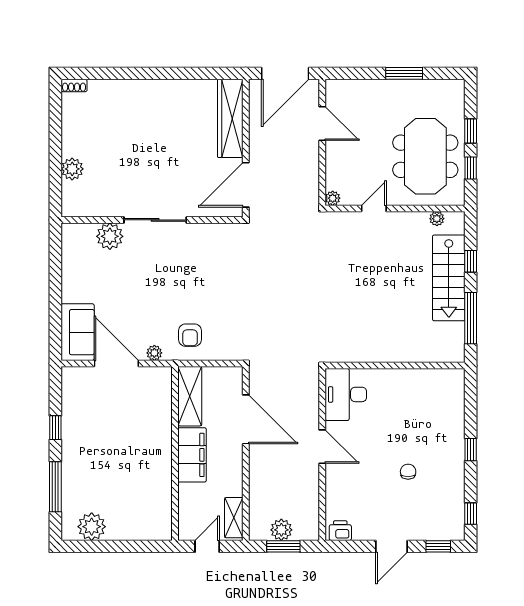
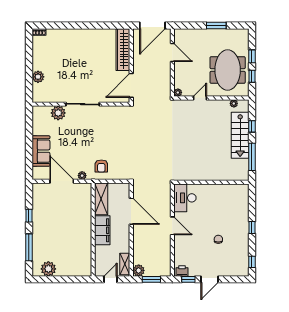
sofa: (78, 332) -> (41, 151), moved
plant: (281, 530) -> (139, 270), moved
window: (438, 546) -> (188, 279), moved

